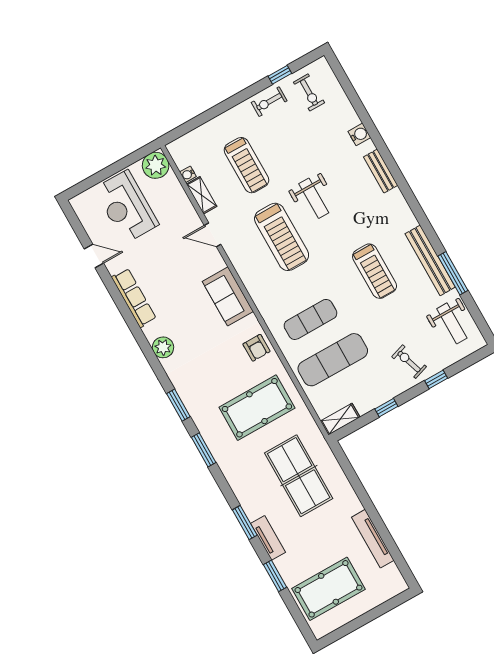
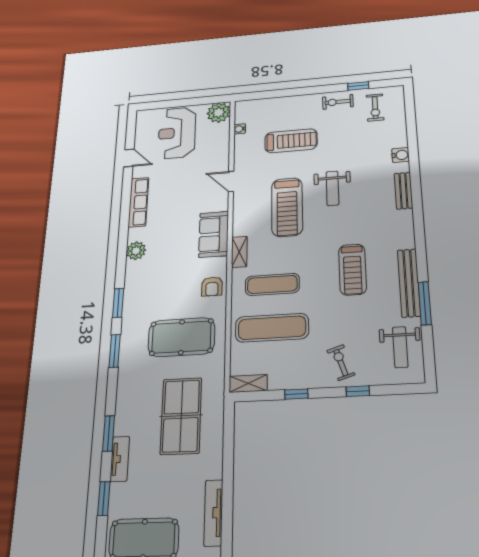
treadmill: (246, 165) -> (291, 141), turned -90
shelving: (202, 195) -> (239, 252), moved

